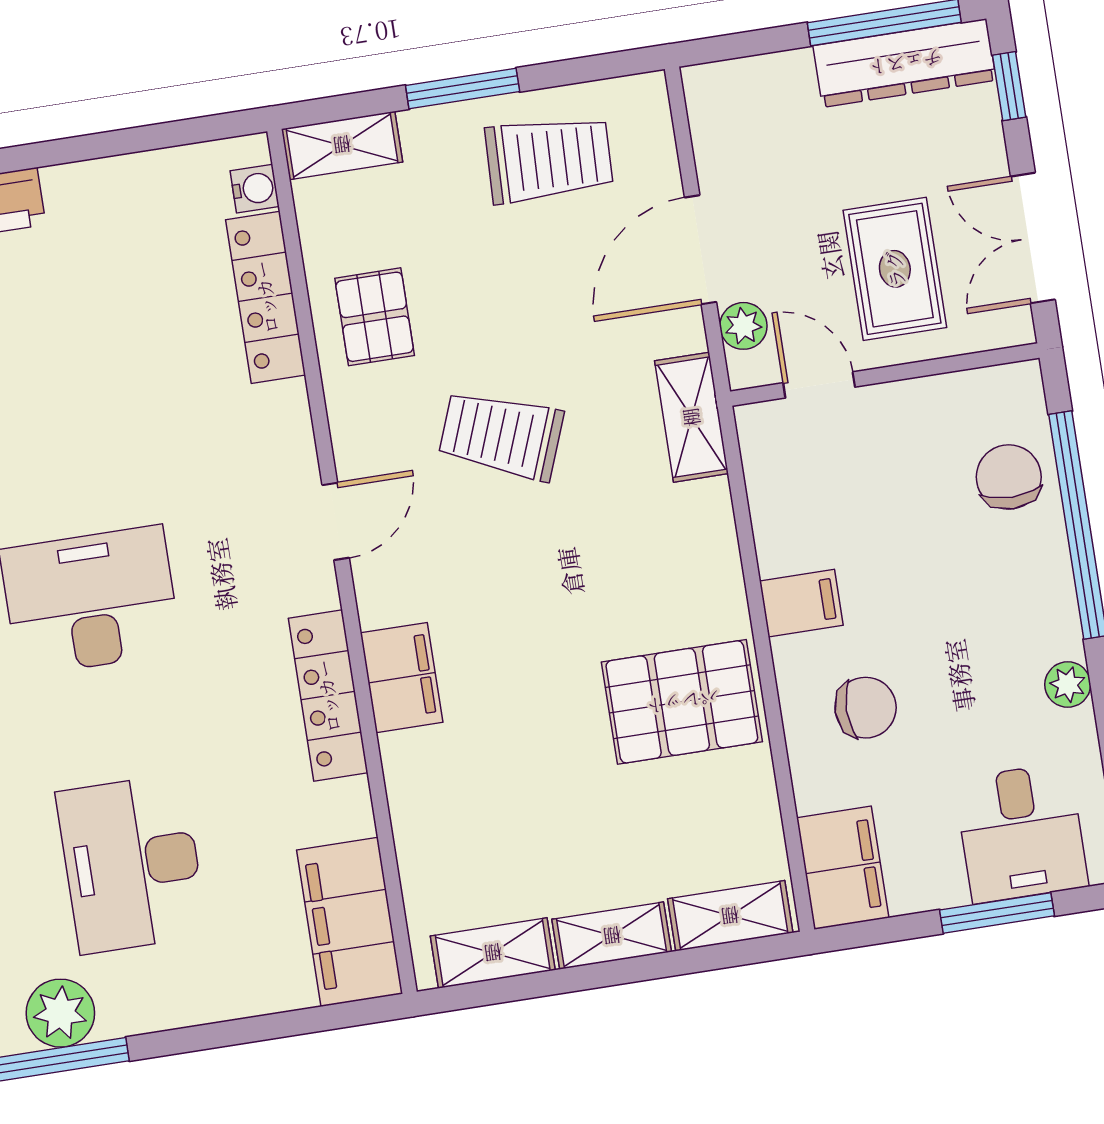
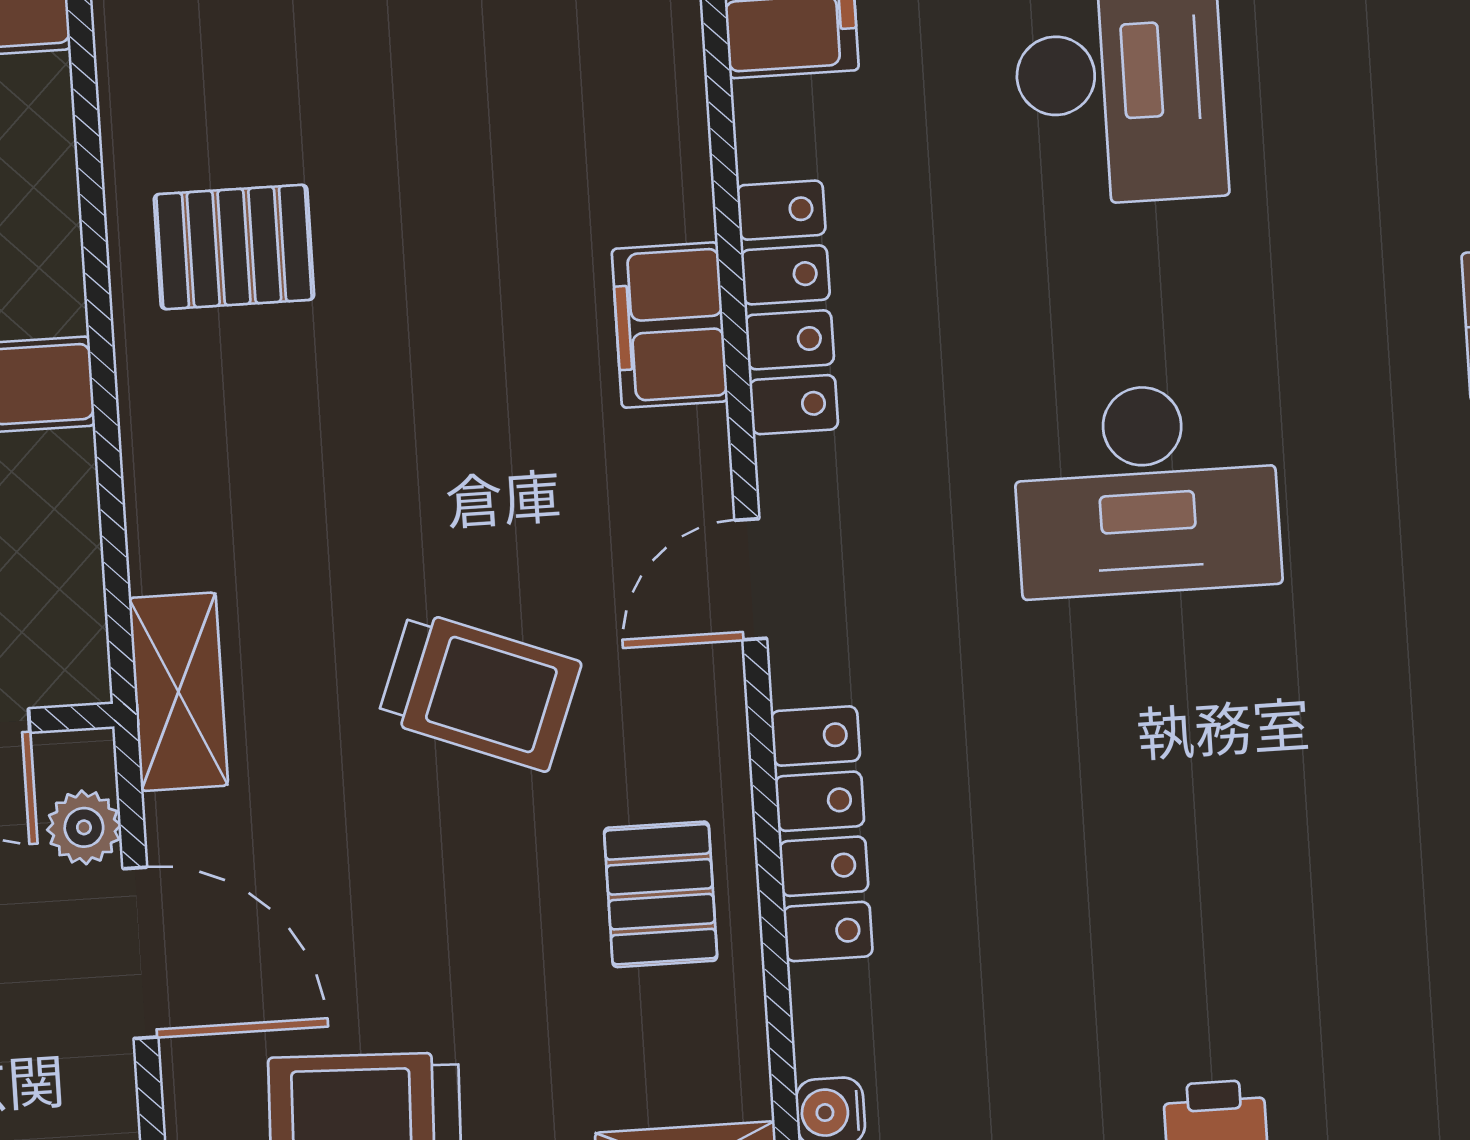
door: (700, 250) -> (140, 953), hinge flipped
locker: (266, 297) -> (822, 834), moved
pallet: (682, 702) -> (234, 247), width x0.67, depth x0.71

